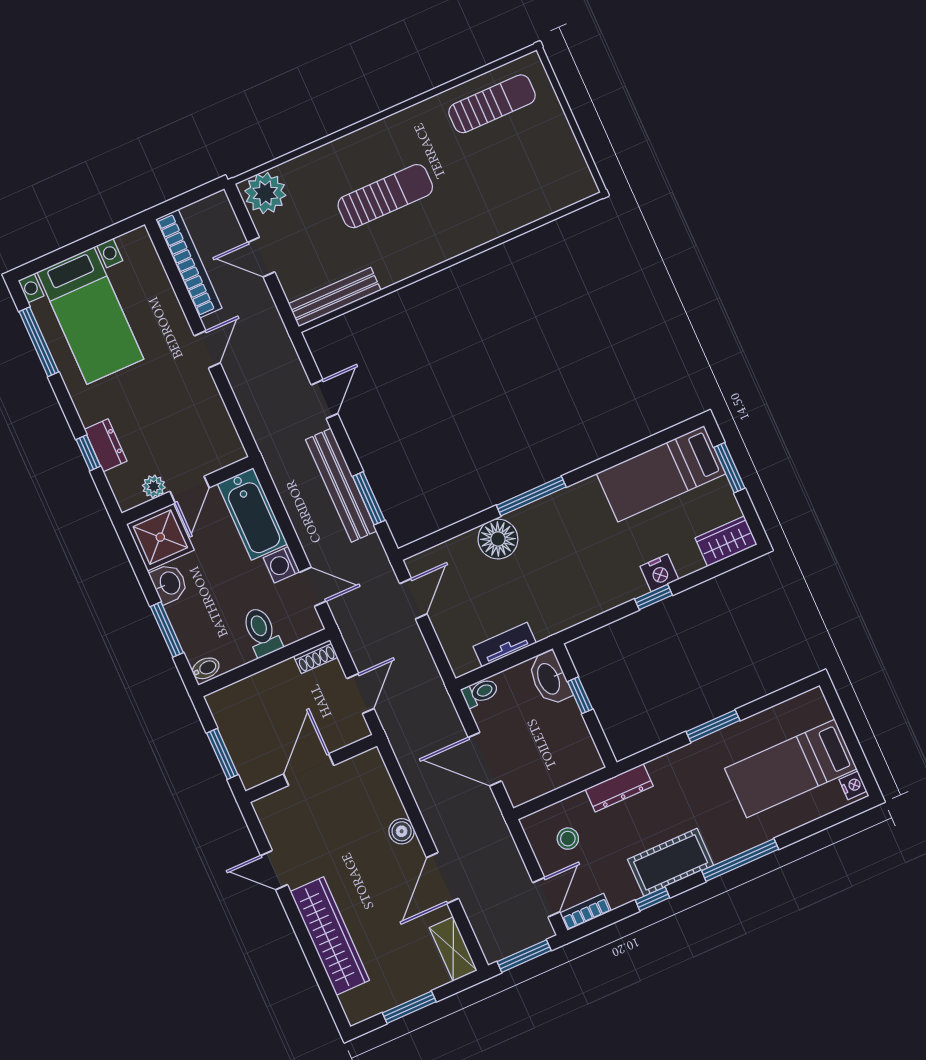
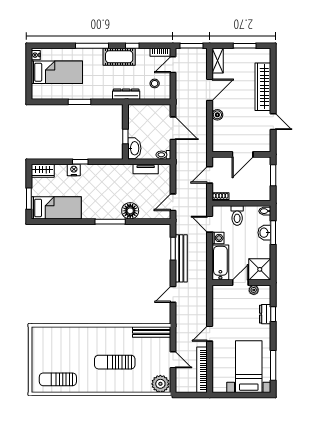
washbasin: (169, 583) -> (264, 233), moved

